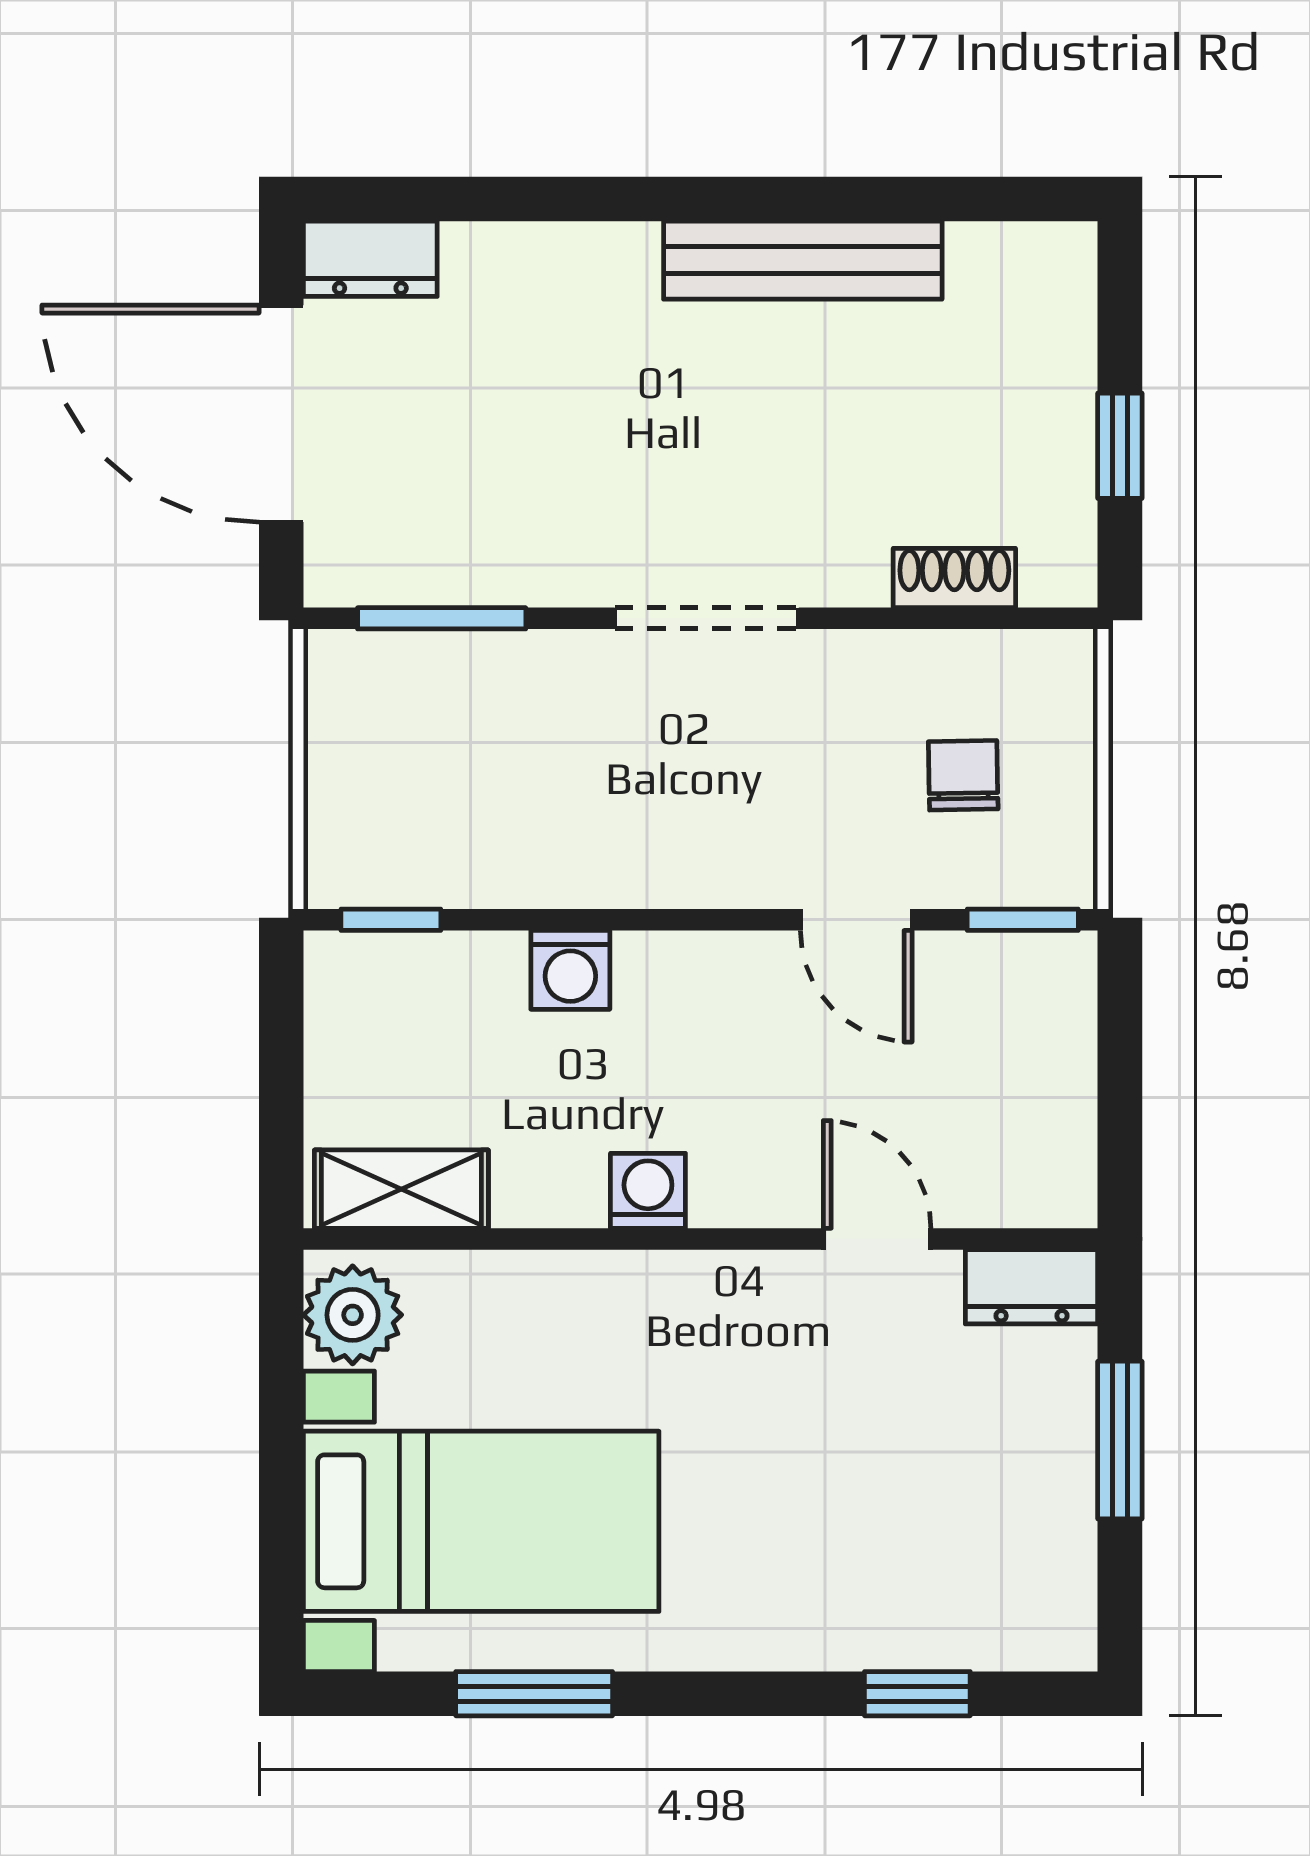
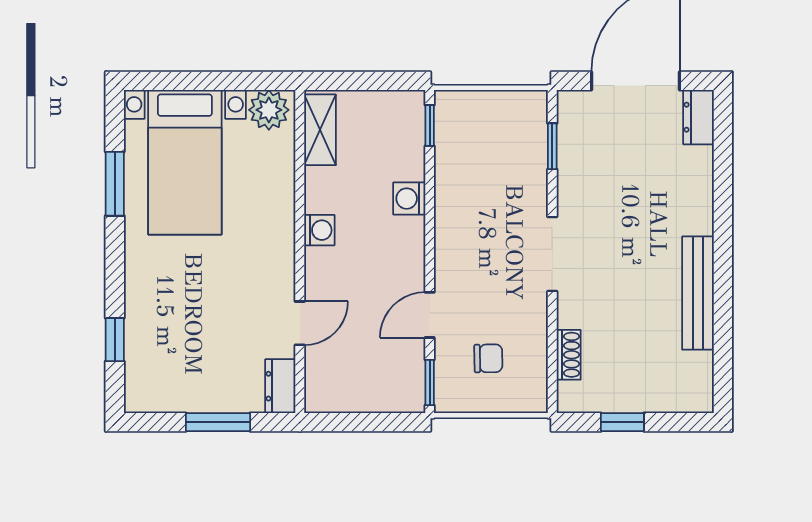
window: (442, 618) -> (552, 146), width x0.67

